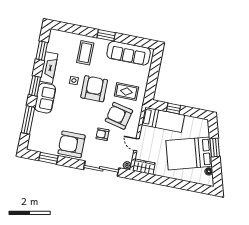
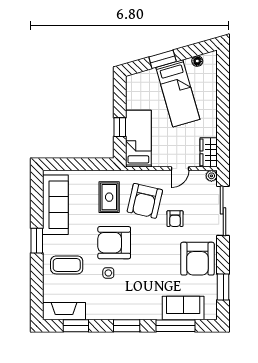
fireplace: (49, 68) -> (64, 311), moved
sofa: (45, 98) -> (183, 308), moved
bed: (189, 153) -> (178, 93), width x0.67

